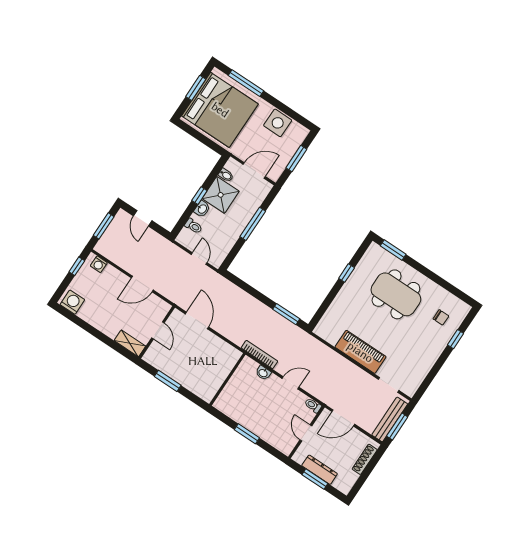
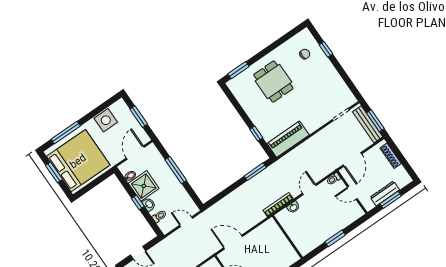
window: (347, 273) -> (256, 134), moved
dining table: (396, 294) -> (273, 82), width x0.73
piano: (360, 352) -> (288, 139), moved

